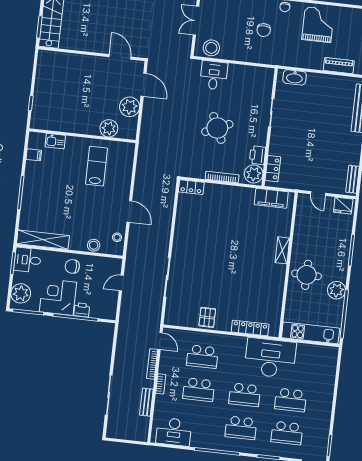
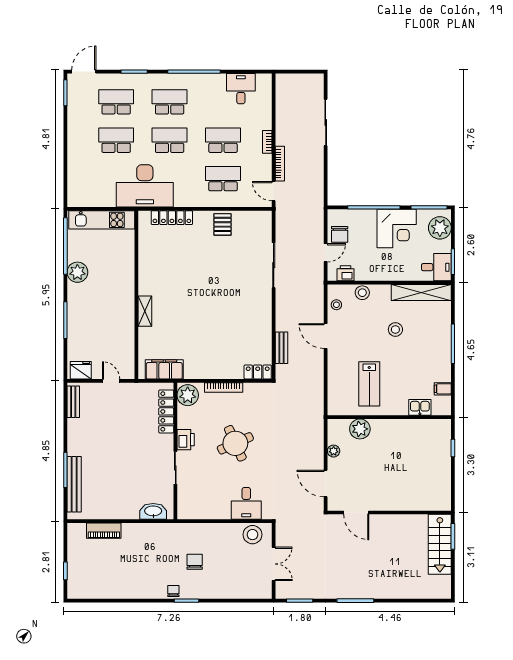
grand piano: (318, 25) -> (133, 575), removed
plant: (130, 107) -> (334, 451), width x0.53, depth x0.53
printer: (258, 155) -> (186, 440), moved
locker: (273, 169) -> (166, 411), width x1.53
stool: (69, 210) -> (395, 330), added
chair: (72, 266) -> (340, 234), moved, turned 90
round table: (307, 275) -> (114, 286), removed
printer: (82, 310) -> (346, 273), moved, turned 180
bench: (146, 402) -> (281, 348), moved
desk: (174, 432) -> (241, 89), width x0.73

